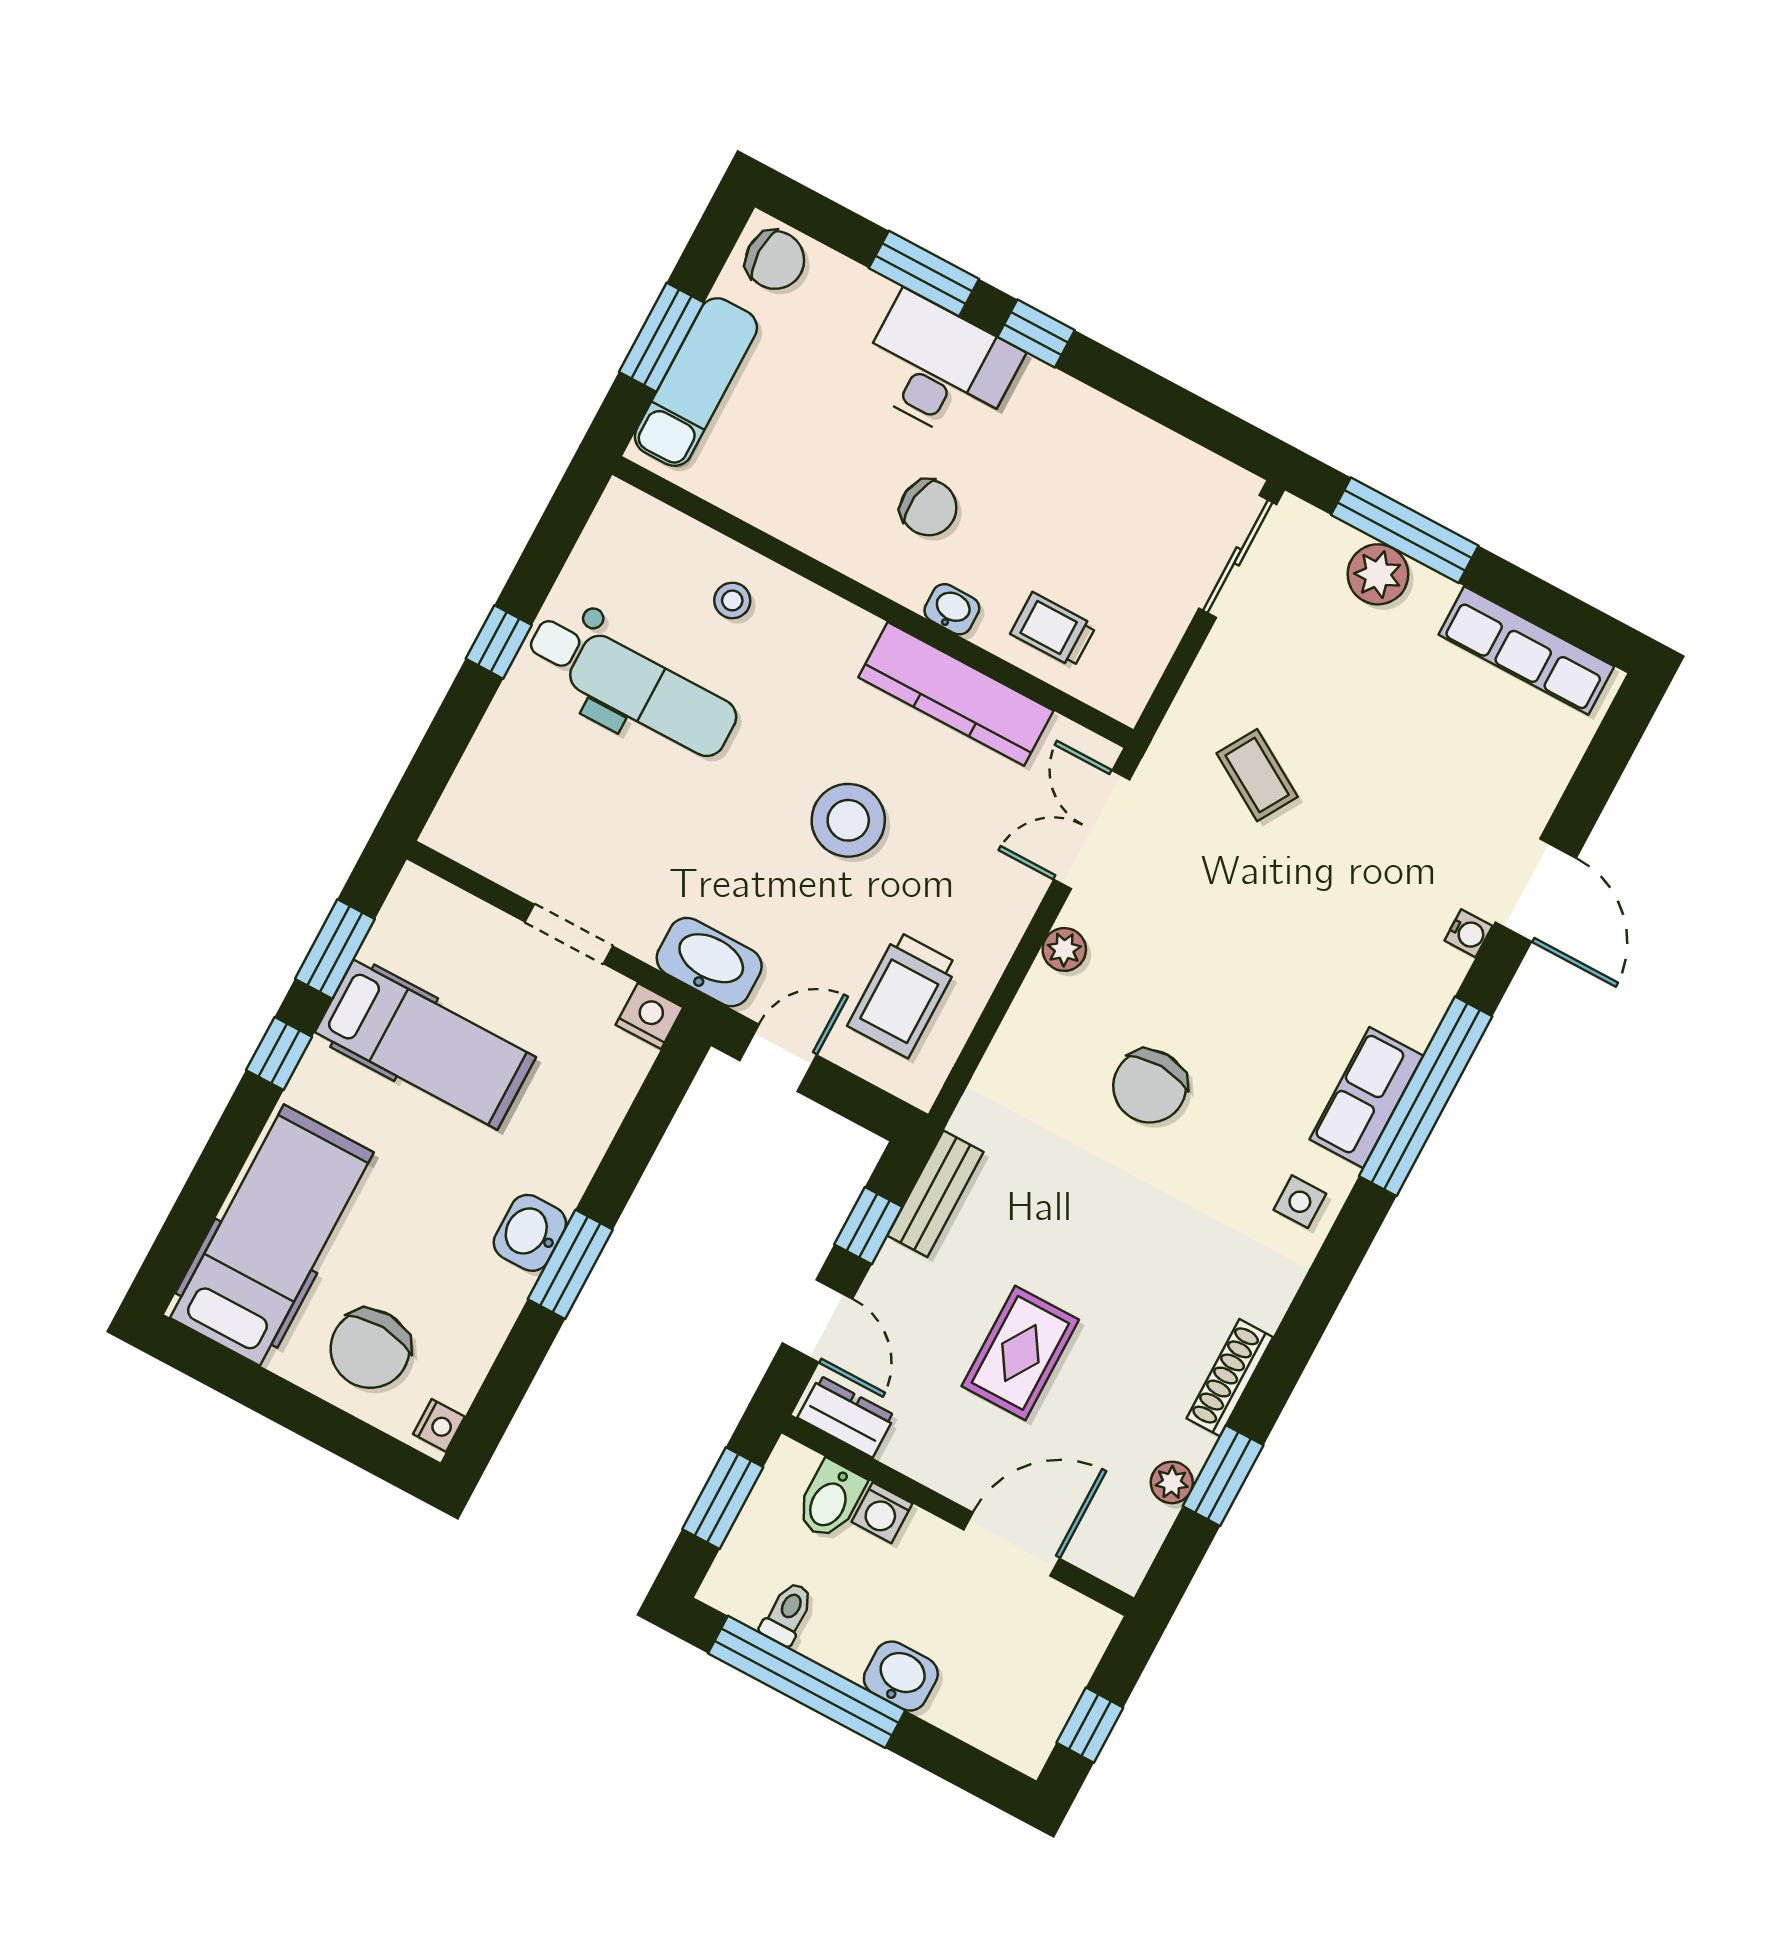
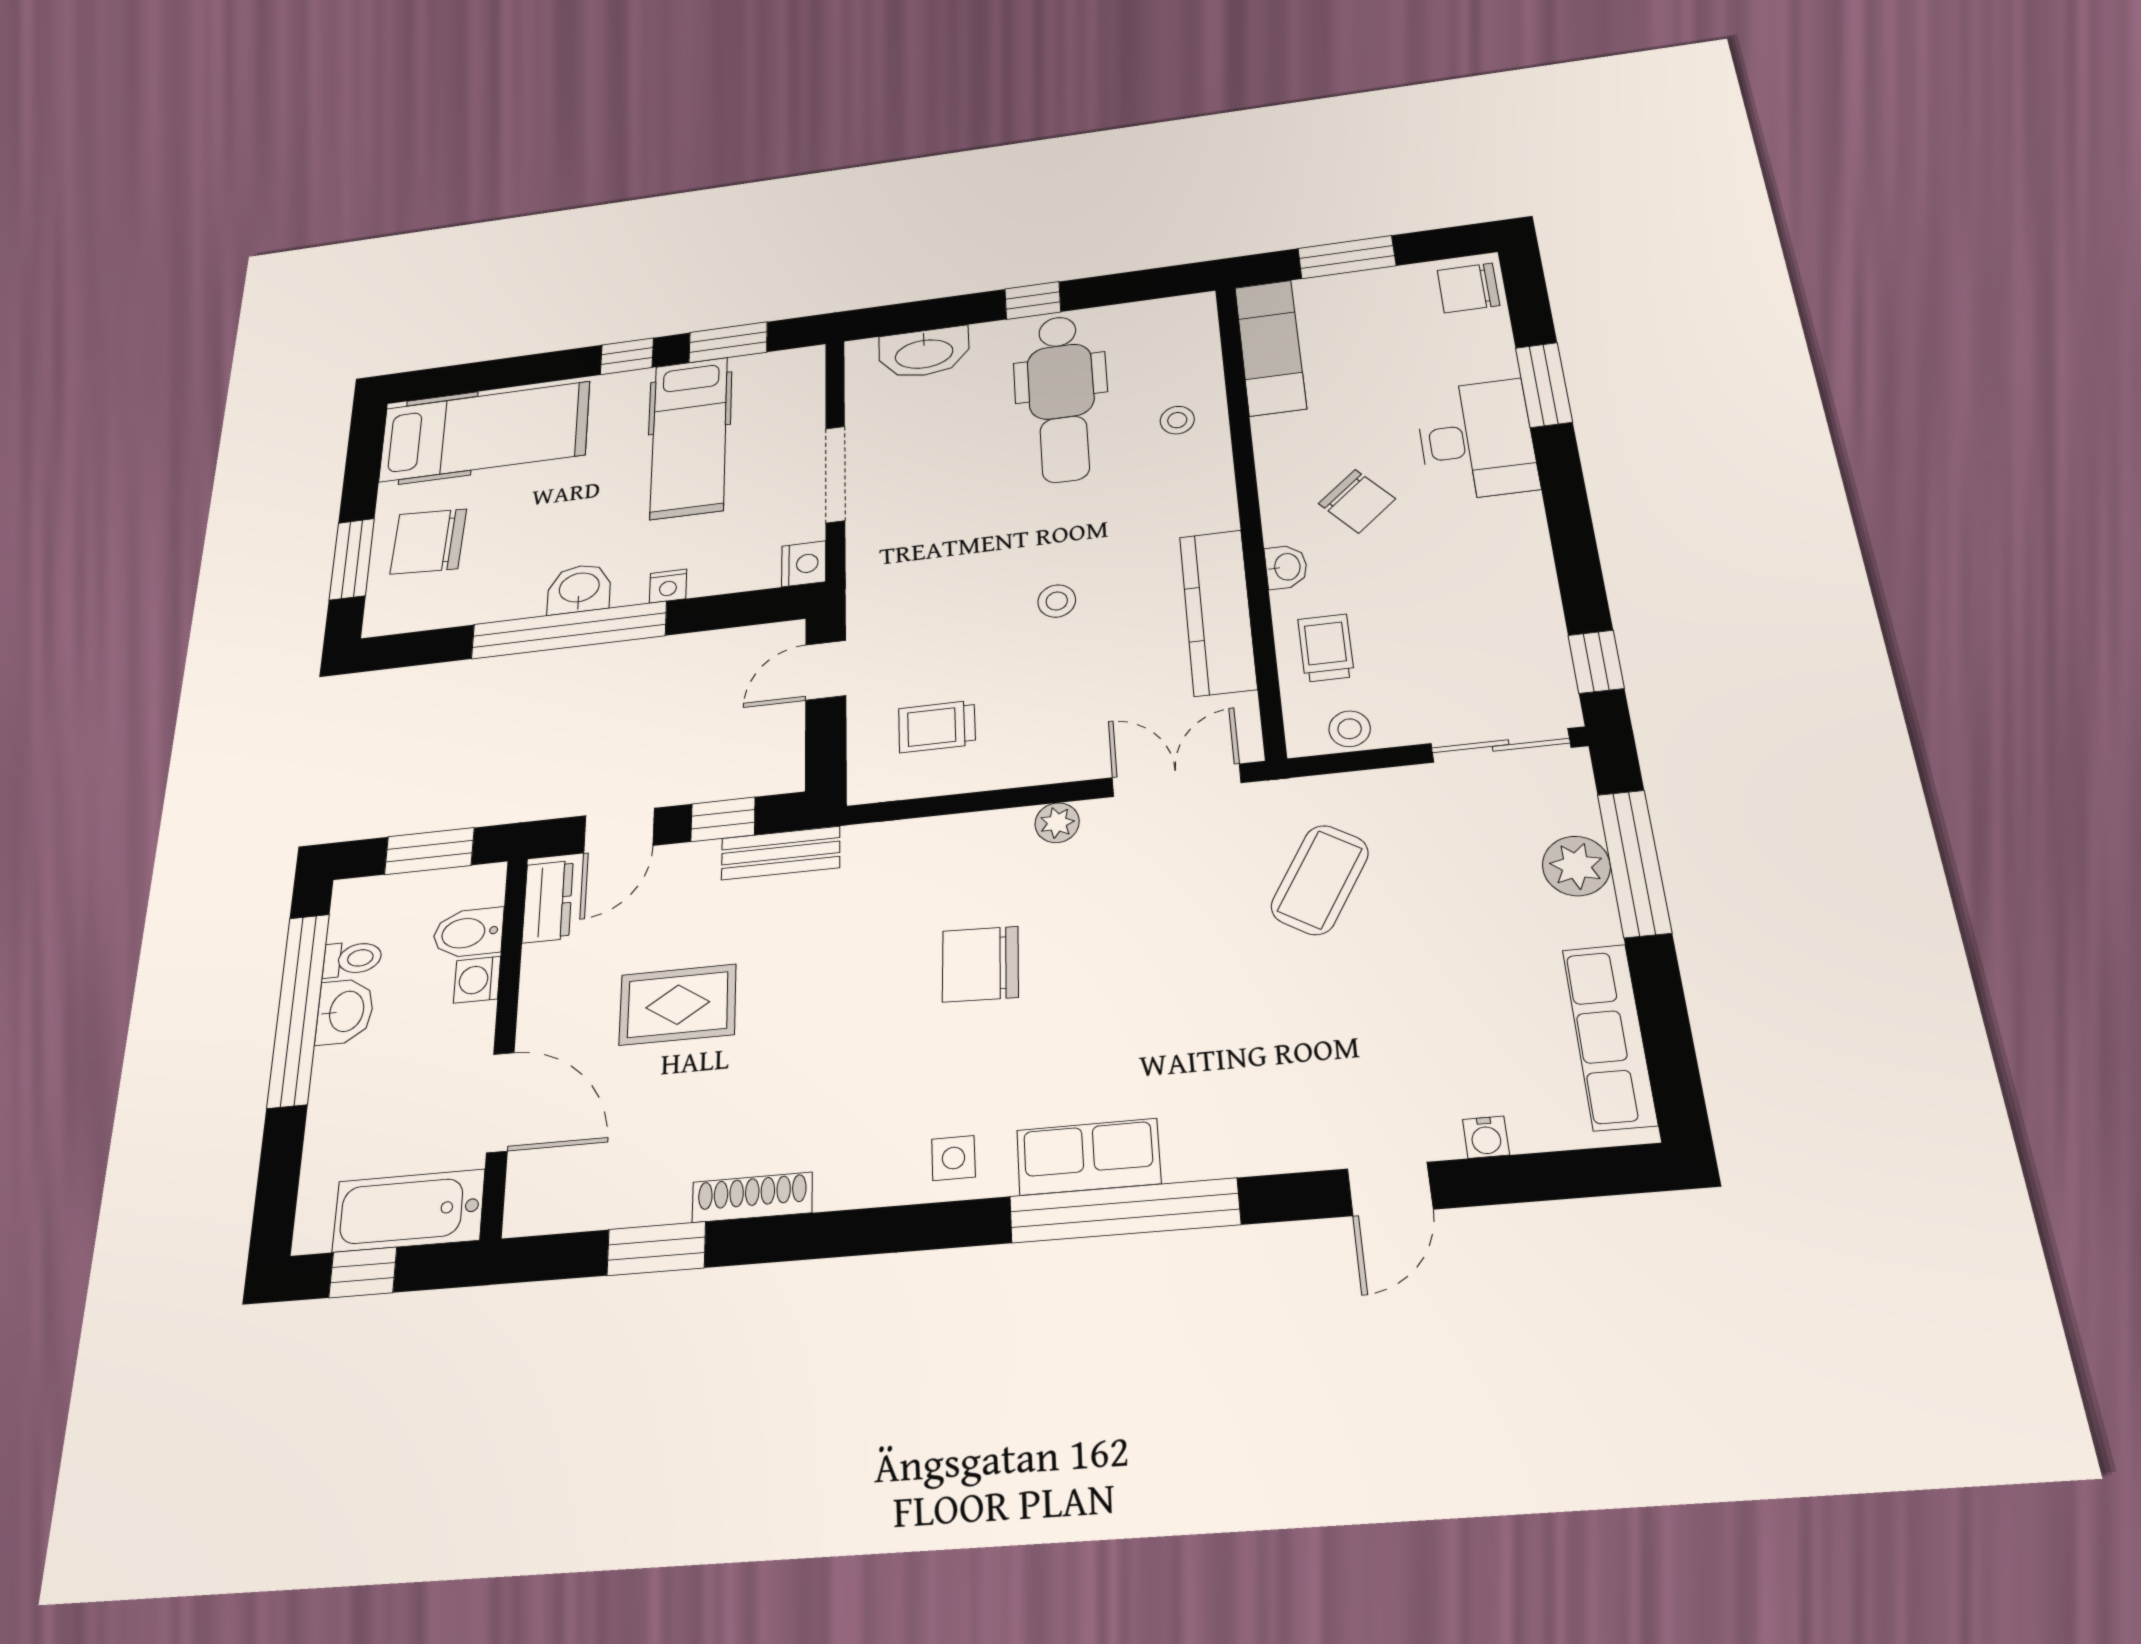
chair: (775, 260) -> (1468, 288), turned 90
window: (1036, 333) -> (1596, 662), moved
exam couch: (696, 382) -> (1270, 347), moved, turned -90
chair: (929, 508) -> (1357, 501), turned -49
stool: (1141, 662) -> (1350, 729), added
coffee table: (1257, 775) -> (1320, 880), width x1.36, depth x1.30
stool: (848, 820) -> (1057, 601), width x0.53, depth x0.53
door: (1536, 890) -> (1390, 1189), width x0.73
water cooler: (1468, 933) -> (1486, 1137), moved
doorway: (569, 934) -> (835, 474), width x1.38
washbasin: (709, 962) -> (924, 353), moved, turned 90
trolley: (903, 995) -> (937, 726), width x0.73, depth x0.72
door: (778, 1058) -> (826, 670), swing flipped
window: (570, 1264) -> (569, 630), width x2.11
nightstand: (439, 1425) -> (668, 586), moved
window: (338, 1431) -> (352, 559), added
plant: (1172, 1482) -> (626, 1206), removed
bathtub: (1060, 1664) -> (409, 1211), added
washbasin: (901, 1676) -> (345, 1011), moved

